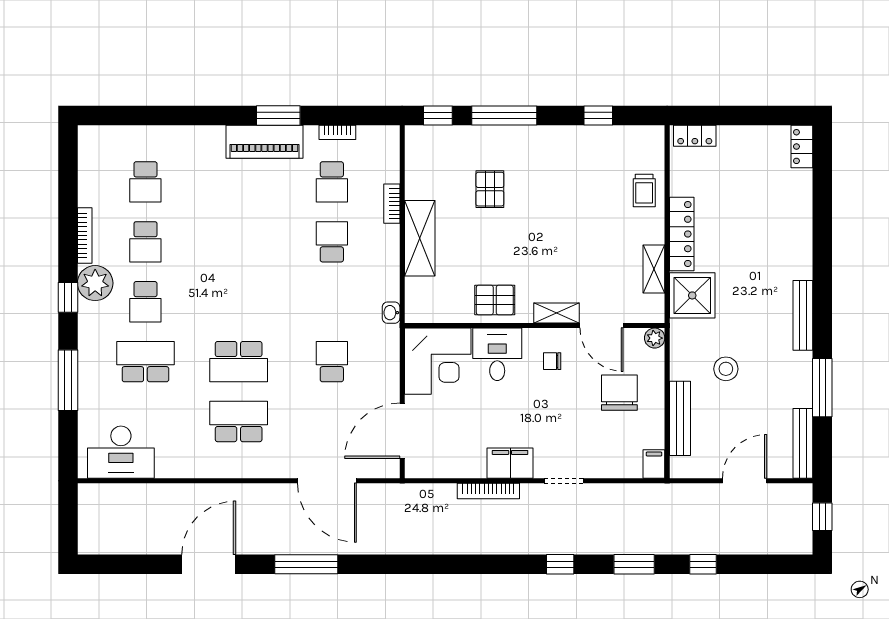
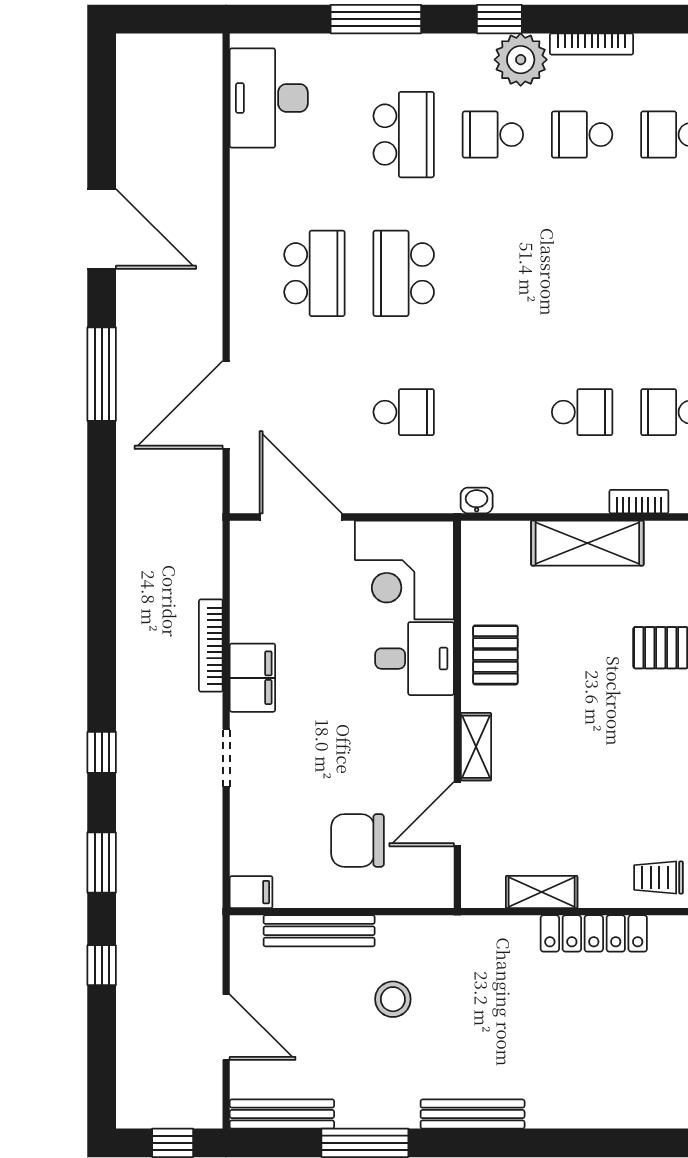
shower: (692, 295) -> (502, 949), removed
plant: (655, 338) -> (439, 893), removed
chair: (552, 361) -> (404, 740), removed
chair: (619, 393) -> (358, 840), turned 180

